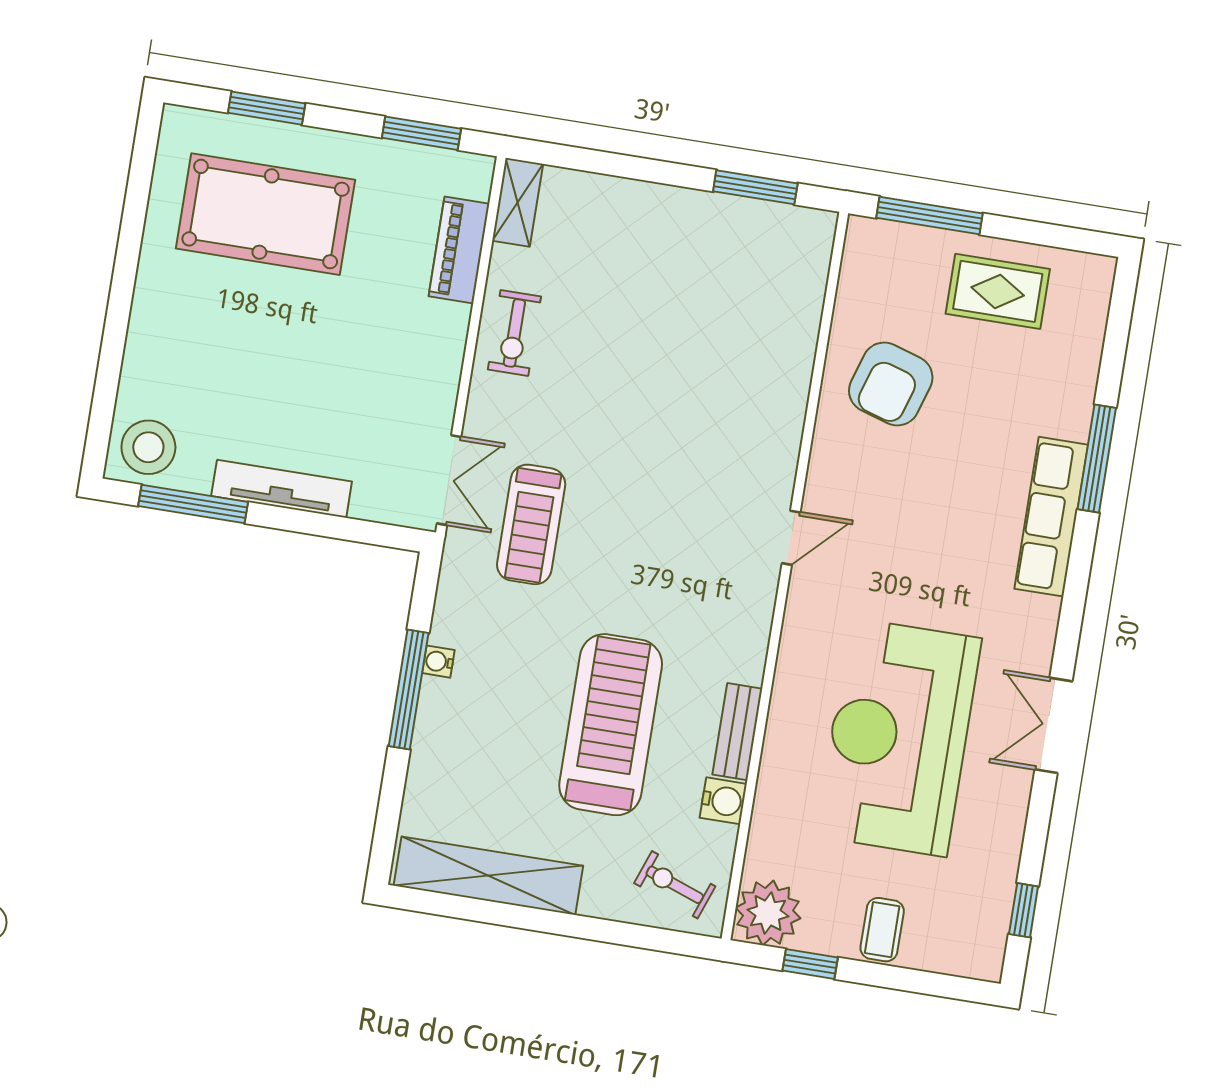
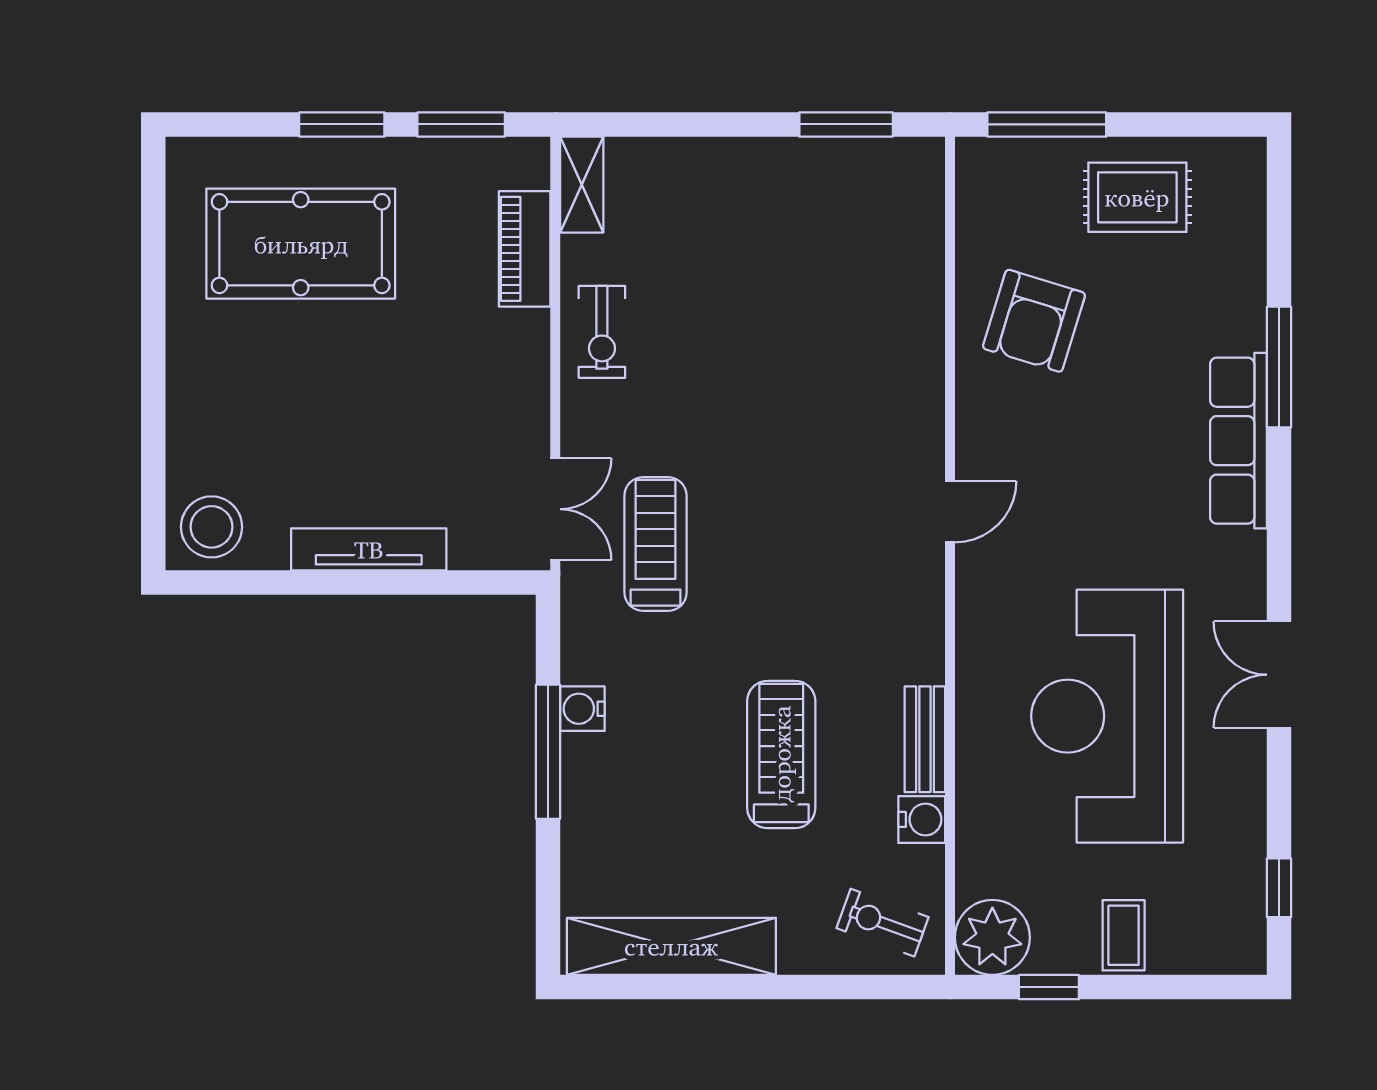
window: (267, 108) -> (342, 124), moved
window: (193, 504) -> (272, 583), removed
treadmill: (531, 524) -> (656, 544), turned 180
water cooler: (438, 662) -> (582, 709), width x1.38, depth x1.38
treadmill: (611, 725) -> (781, 754), width x0.73, depth x0.73

